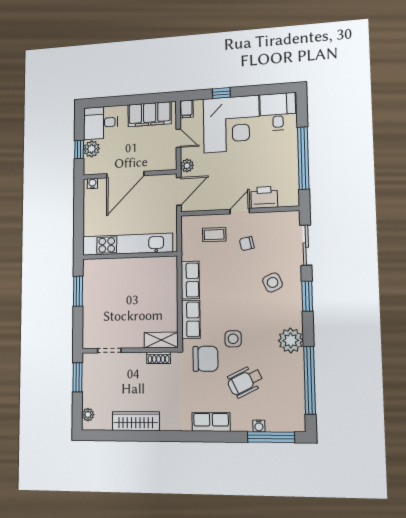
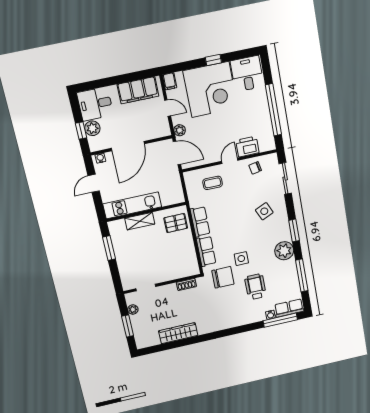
window: (221, 93) -> (213, 60), moved
door: (179, 191) -> (177, 153), hinge flipped
door: (79, 211) -> (94, 183), added
kitchen unit: (127, 244) -> (132, 205), width x0.73
chair: (247, 244) -> (255, 168), moved
pallet: (161, 276) -> (176, 223), added
window: (307, 296) -> (294, 231), moved
shelving: (161, 340) -> (140, 221), moved
window: (77, 377) -> (128, 326), moved
window: (310, 380) -> (302, 275), width x0.68
wheelchair: (245, 381) -> (255, 287), turned 116
plant: (88, 415) -> (133, 310), moved
row of seats: (211, 422) -> (289, 308), moved

